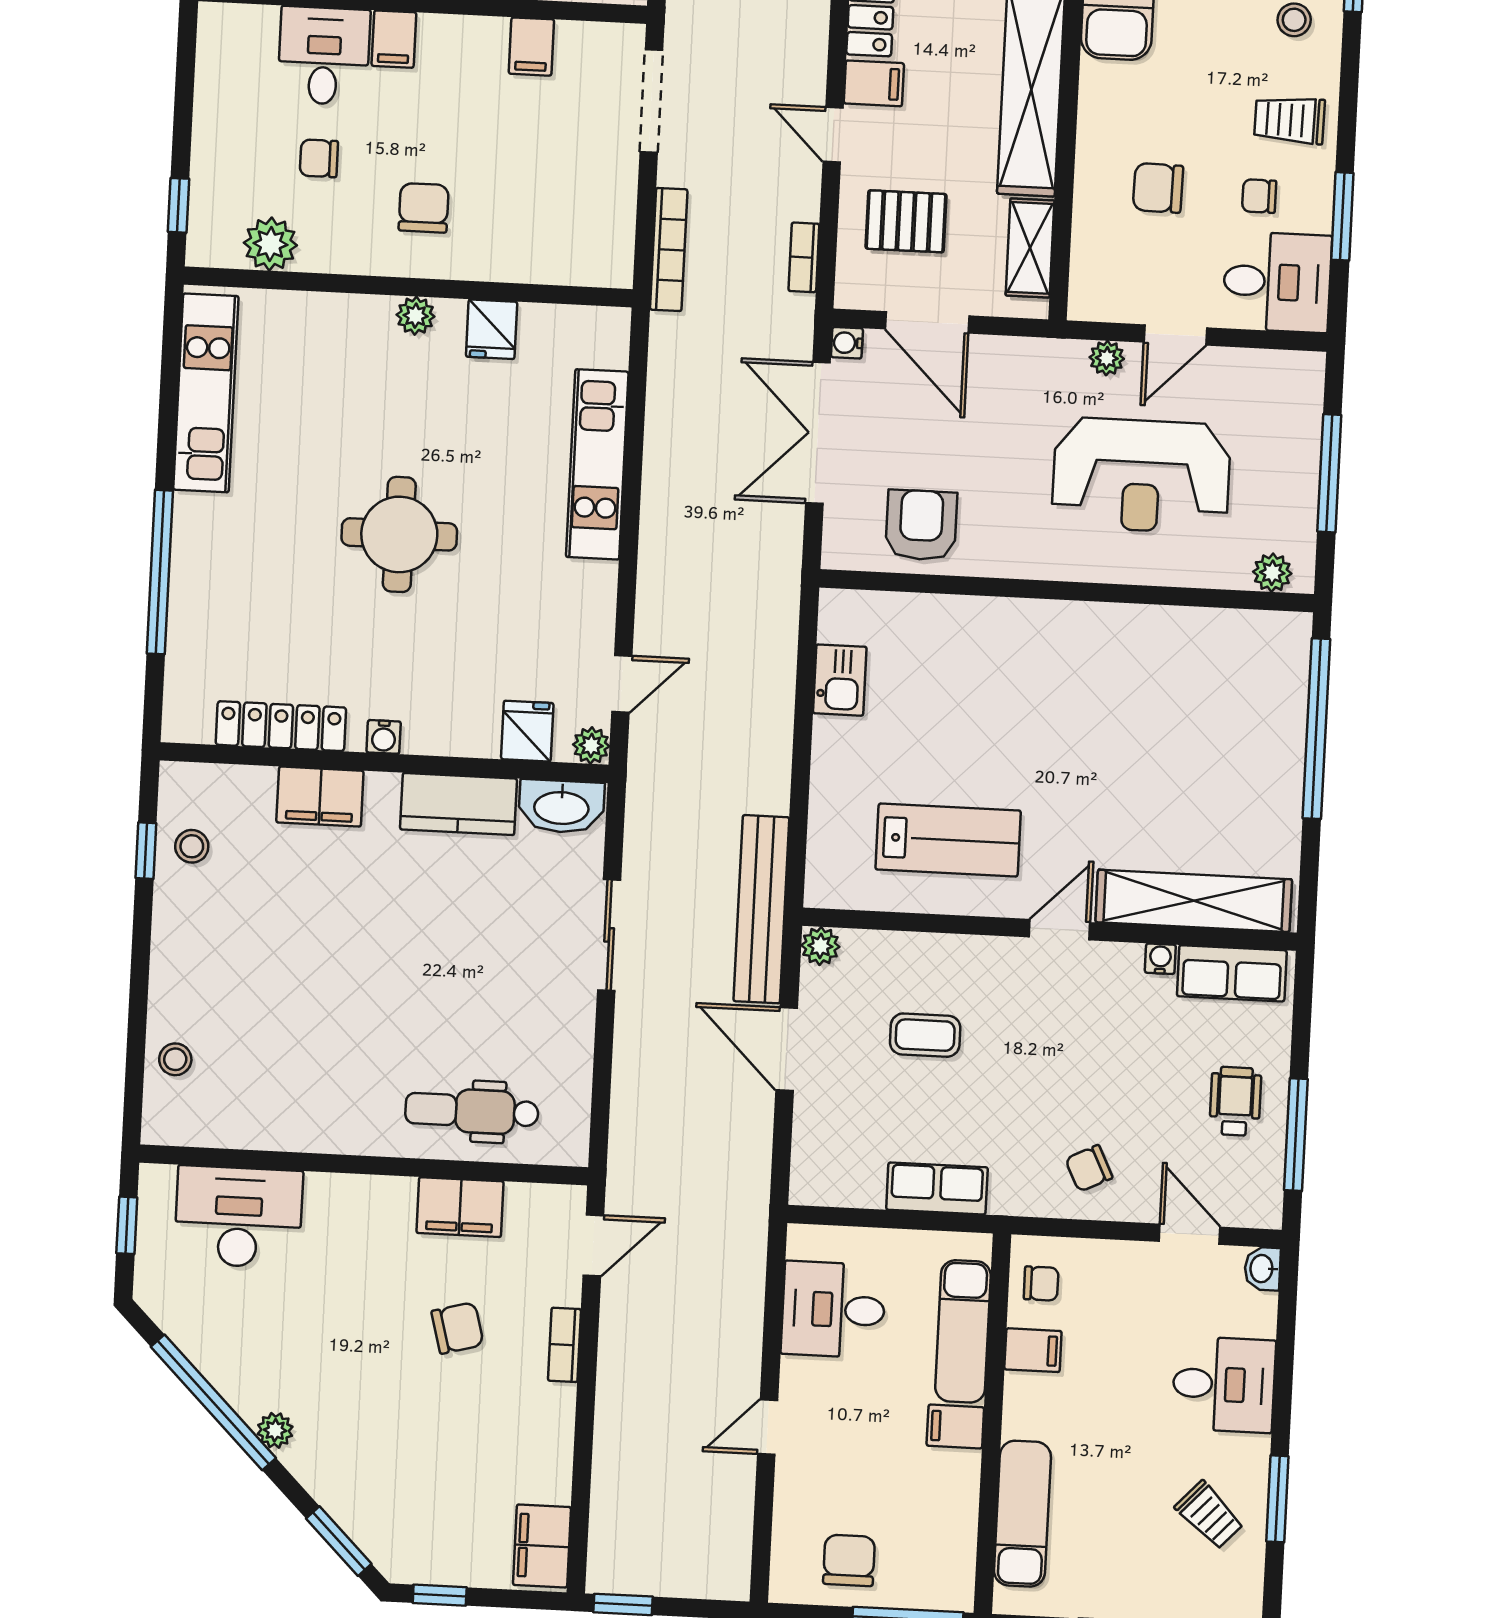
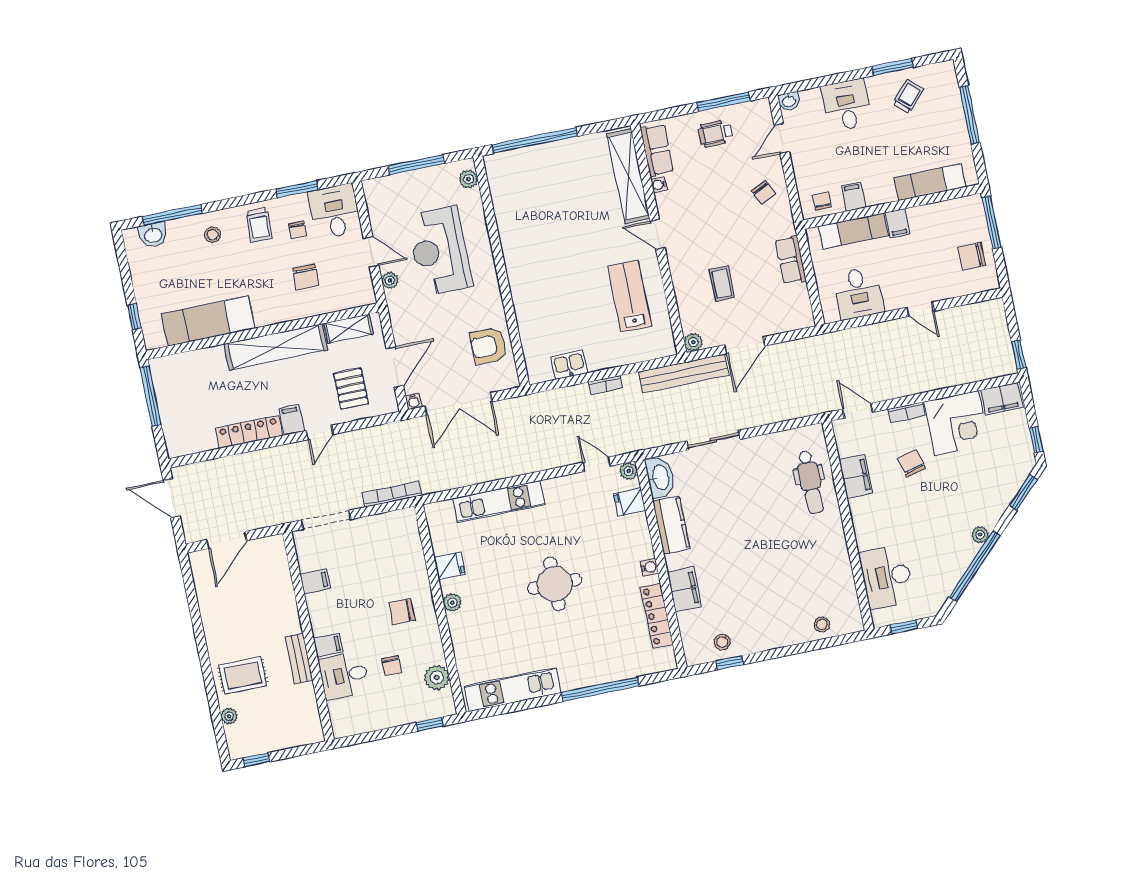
bookcase: (804, 257) -> (606, 385), moved
reception desk: (1141, 475) -> (440, 251), turned 180
corner desk: (515, 1442) -> (957, 423), added

